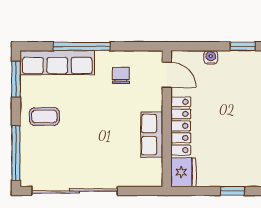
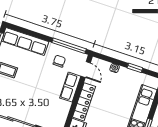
window: (82, 46) -> (69, 46), moved
row of seats: (152, 135) -> (70, 87), moved

